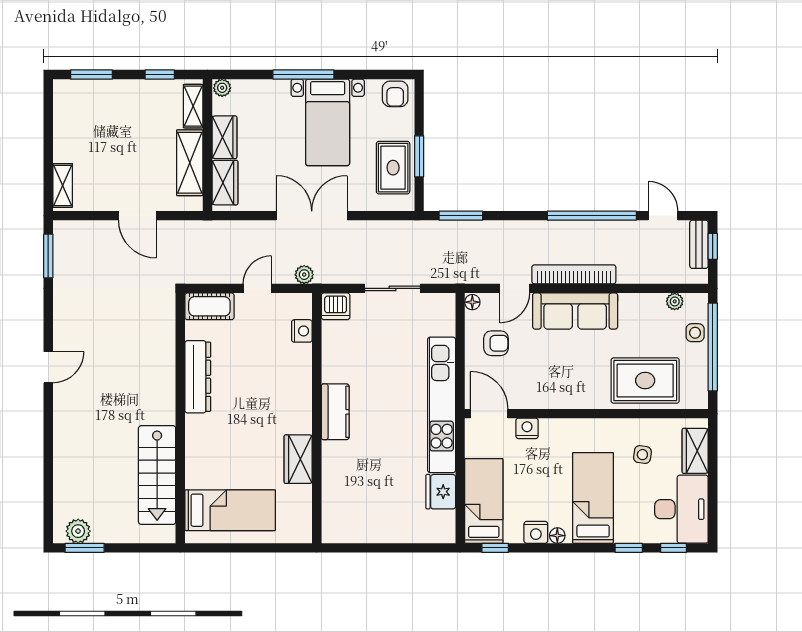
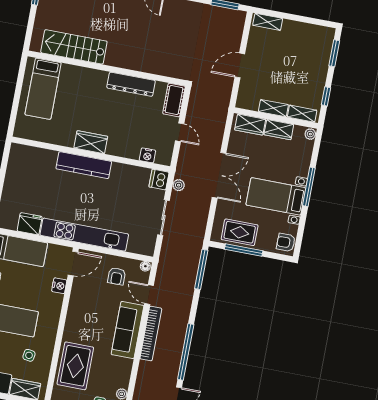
window: (419, 156) -> (244, 250), width x1.44
shelving: (190, 163) -> (273, 108), width x0.67, depth x0.75
window: (461, 216) -> (201, 269), width x1.44
plant: (304, 275) -> (179, 185), moved
kitchen counter: (335, 412) -> (84, 165), width x1.50
wardrobe: (298, 459) -> (91, 142), moved

